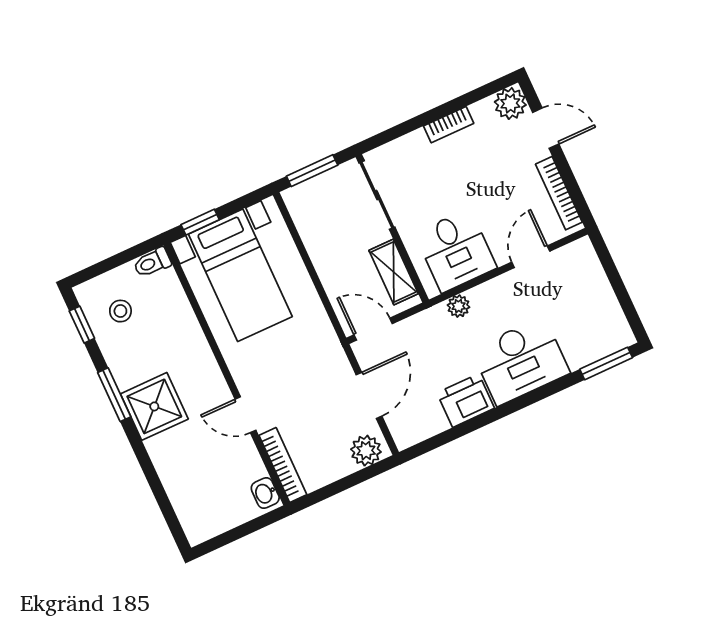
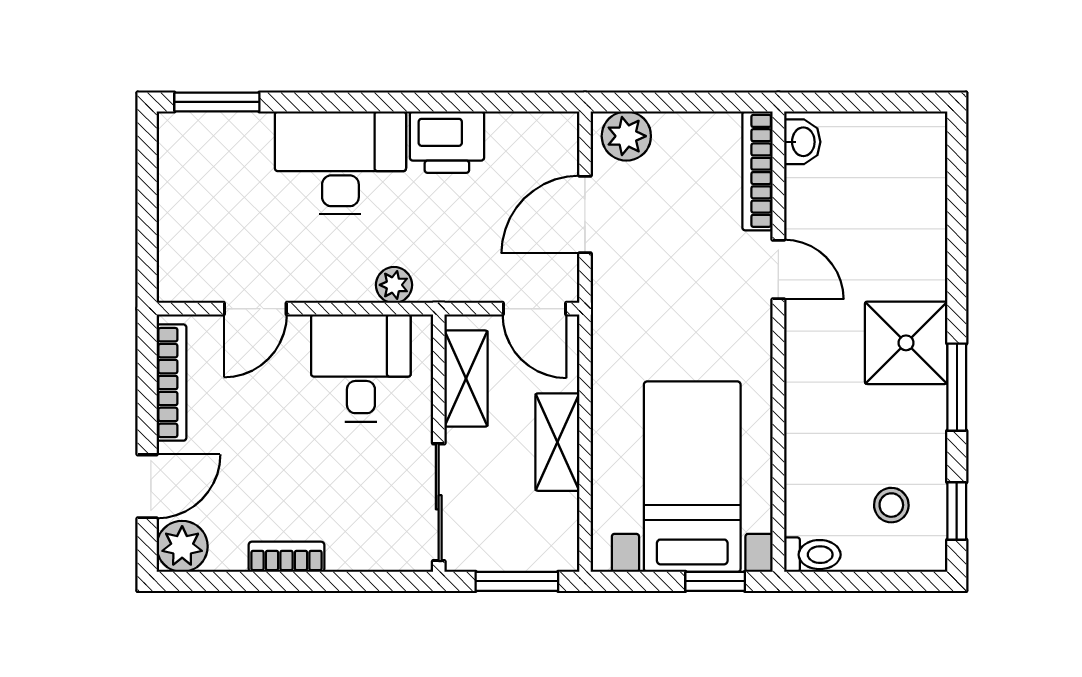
door: (546, 128) -> (147, 486), swing flipped
shelving: (325, 260) -> (557, 442), added

